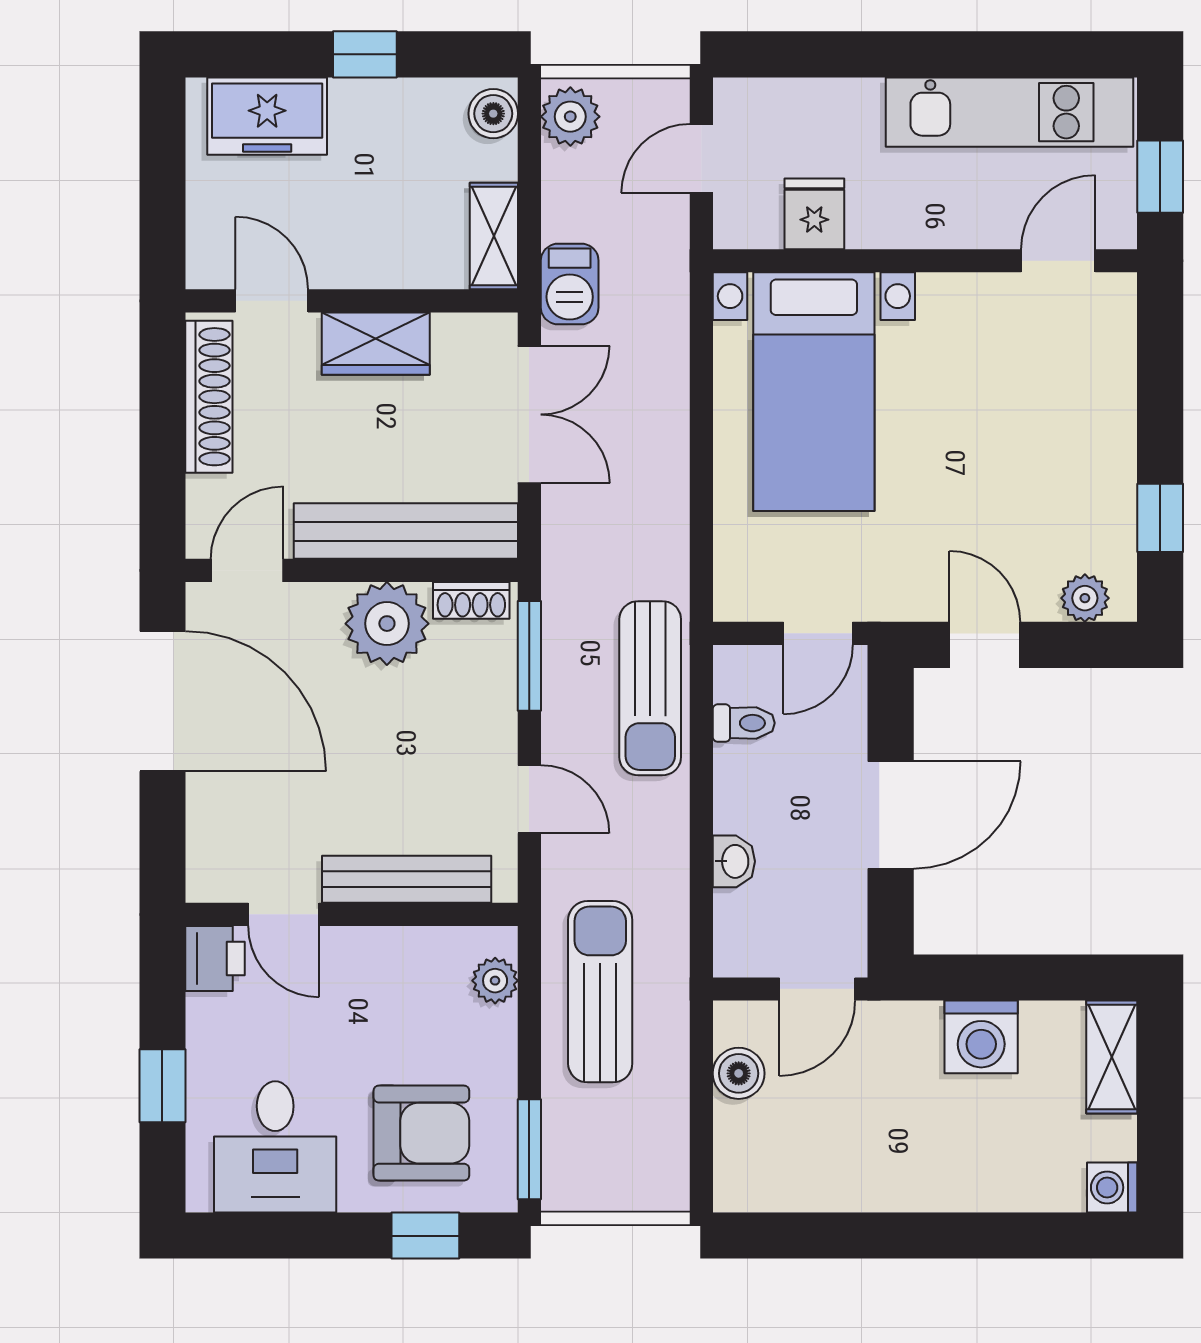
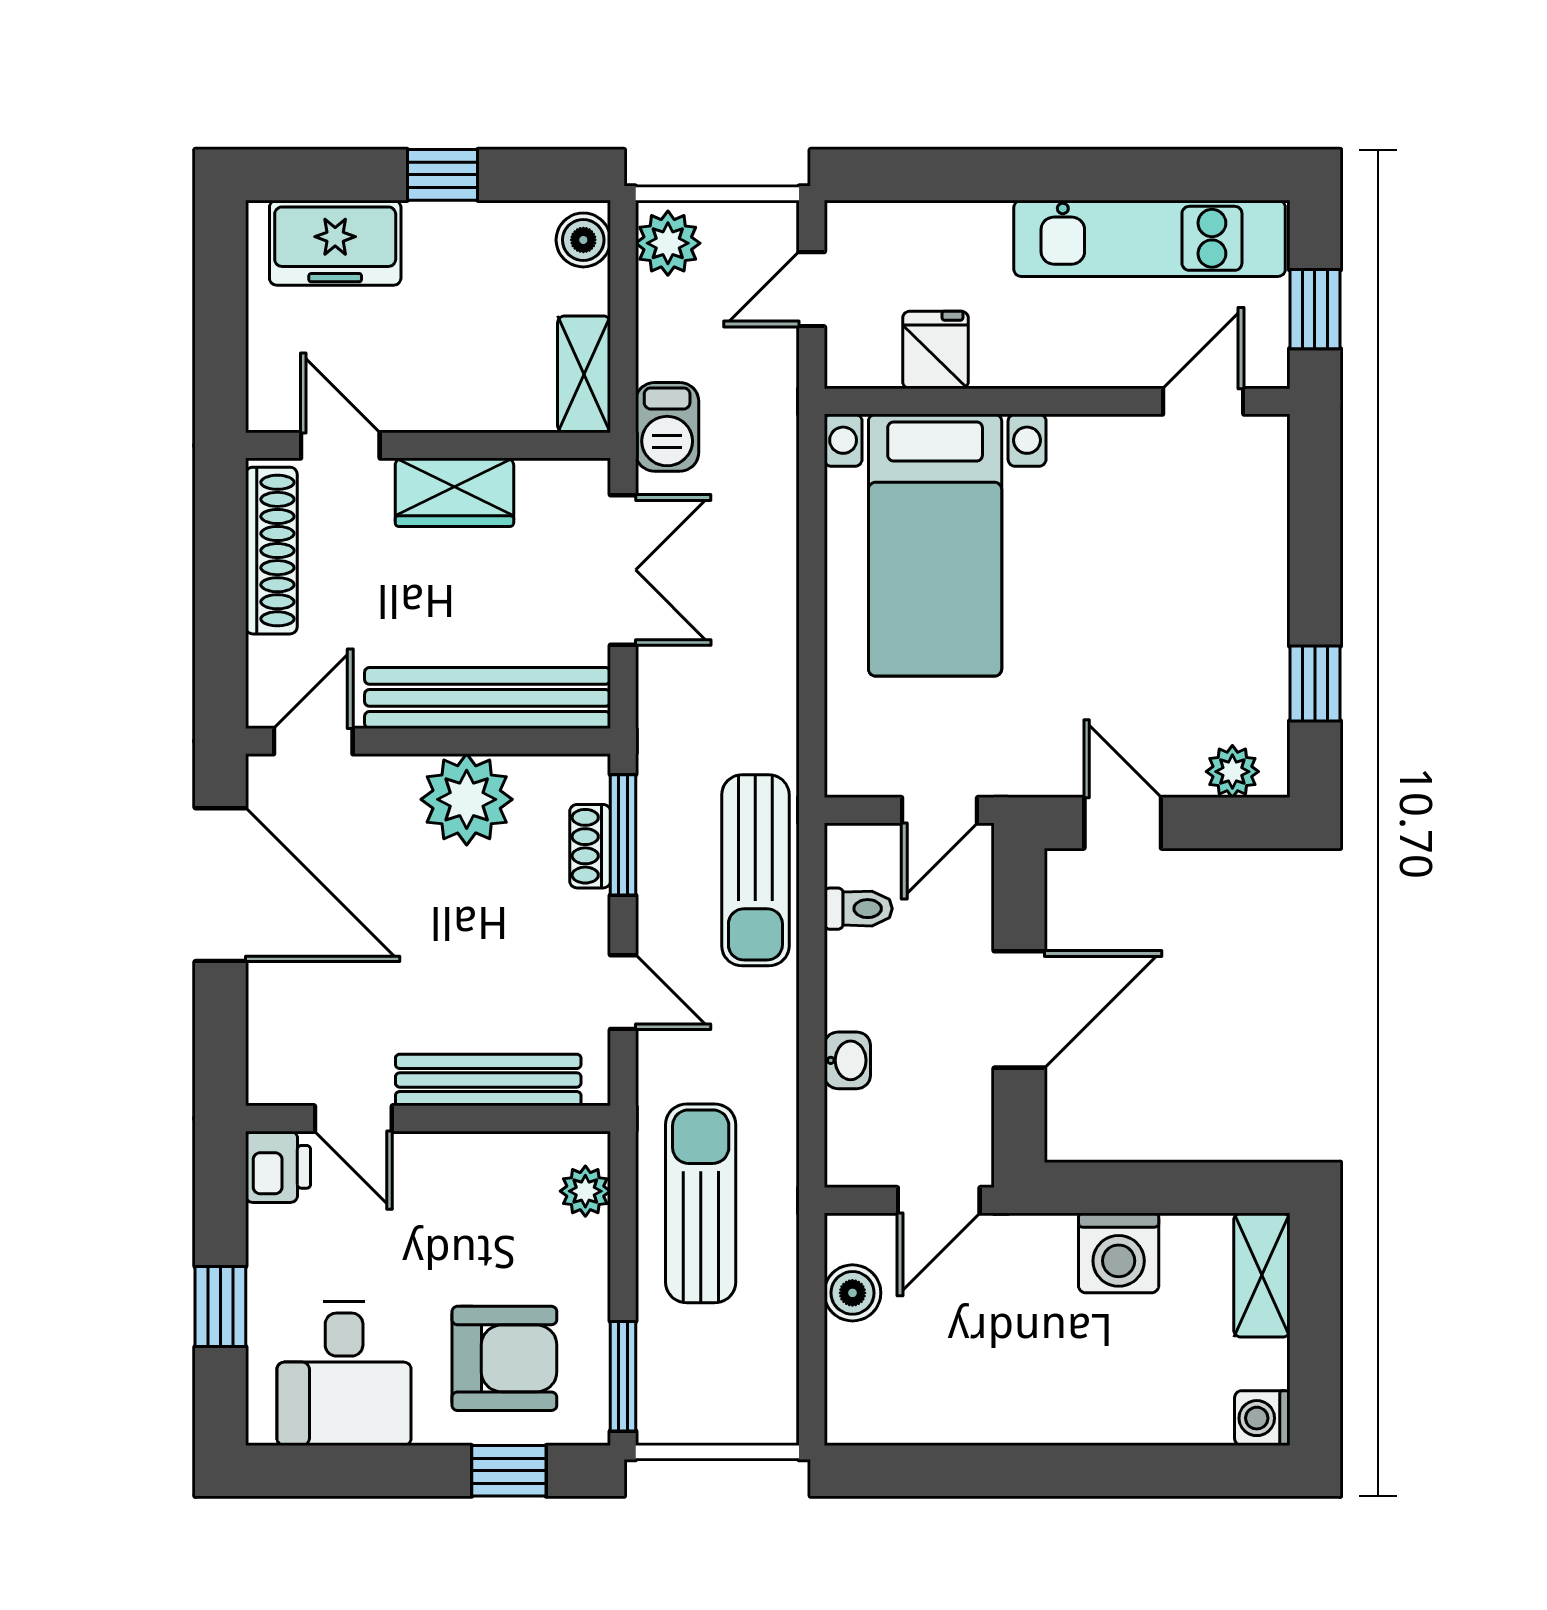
shoe rack: (471, 600) -> (590, 846), moved, turned 90

